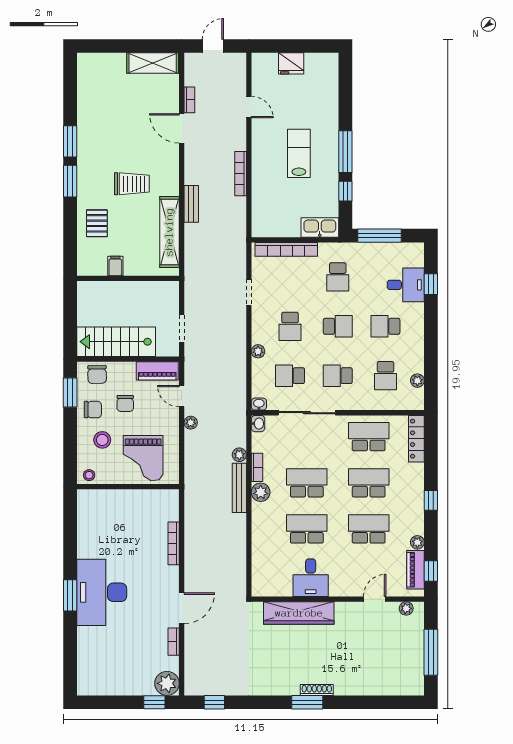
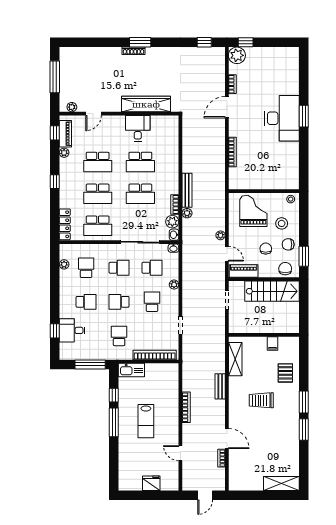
shelving: (153, 63) -> (281, 484), moved
shelving: (169, 232) -> (235, 359), width x0.68
plant: (261, 492) -> (172, 222), moved

